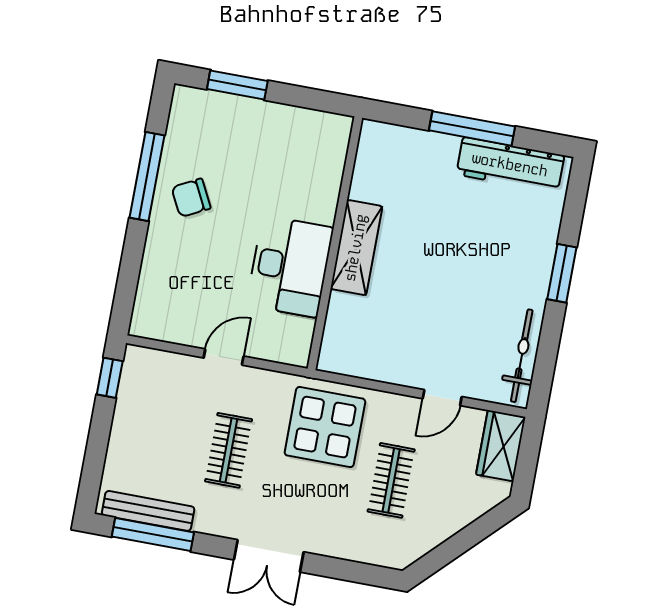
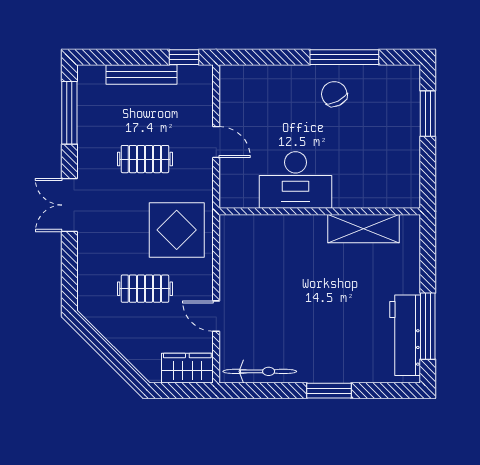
window: (472, 128) -> (428, 326), moved
shelving: (356, 248) -> (363, 229), moved
bench: (148, 511) -> (142, 75), moved, turned 90

